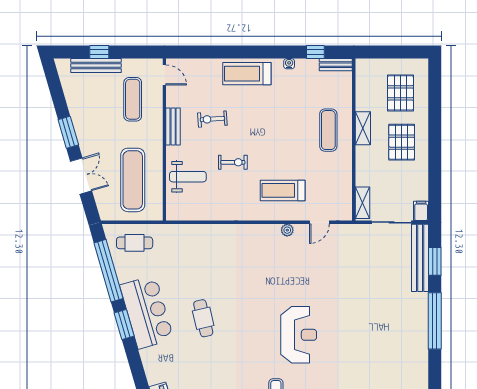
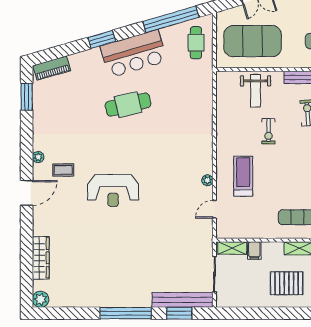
exercise mat: (133, 180) -> (253, 41), width x1.47
filing cabinet: (421, 211) -> (254, 250), moved, turned 90
door: (319, 222) -> (214, 209), hinge flipped
cafe table: (203, 318) -> (128, 105), width x1.37, depth x1.35
window: (124, 324) -> (102, 39), moved

